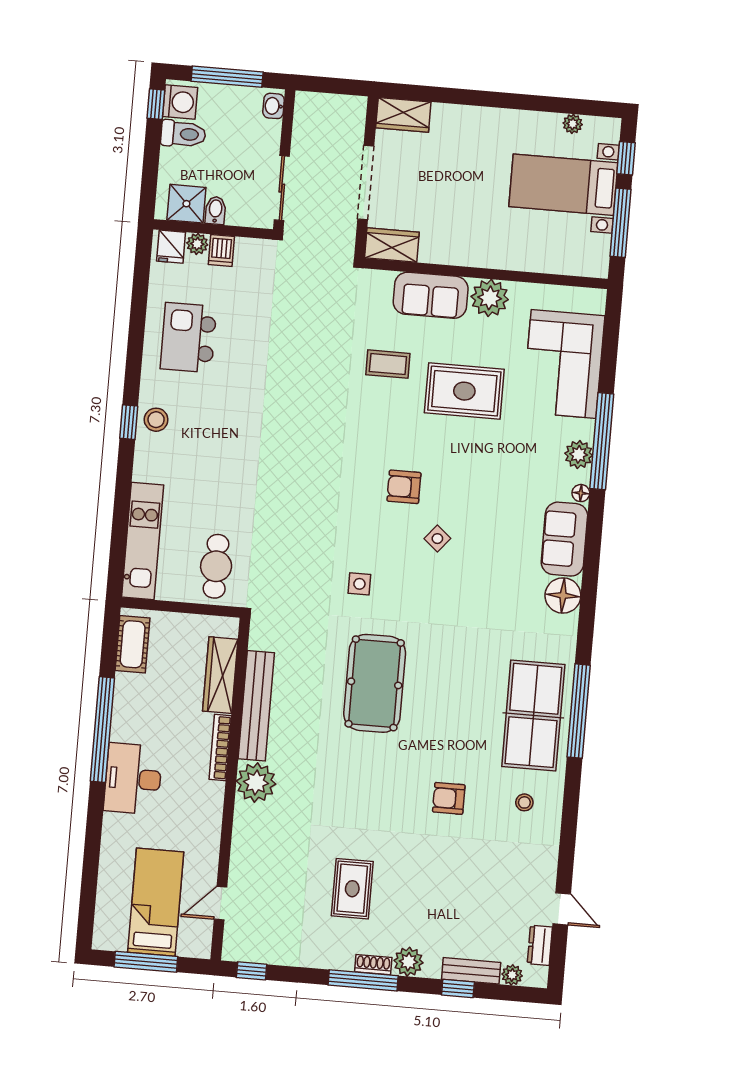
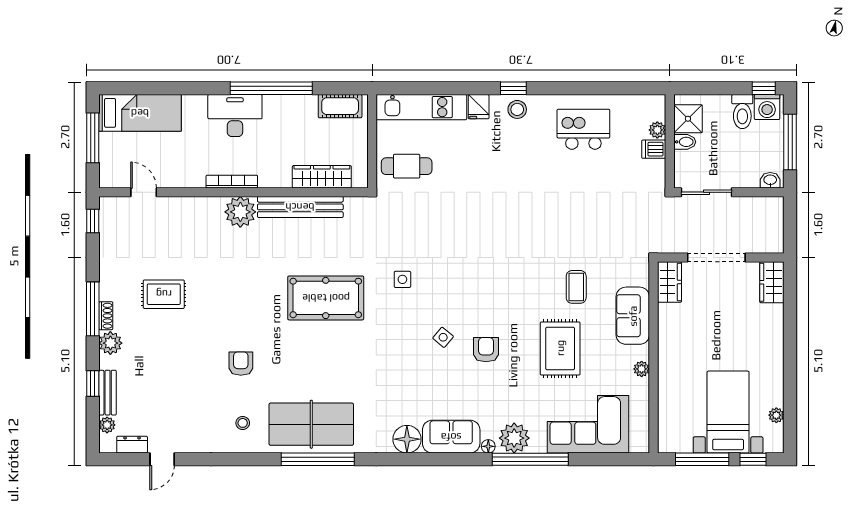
fridge: (171, 247) -> (479, 107), moved, turned -90
plant: (490, 298) -> (642, 369), width x0.53, depth x0.53
plant: (579, 454) -> (514, 438), width x1.36, depth x1.36
armchair: (404, 487) -> (486, 350), moved
bookcase: (220, 748) -> (232, 182), moved
bed: (156, 902) -> (140, 113), moved

